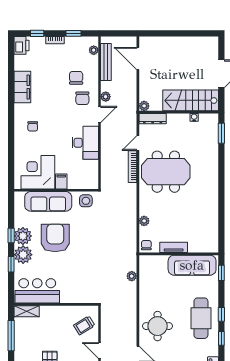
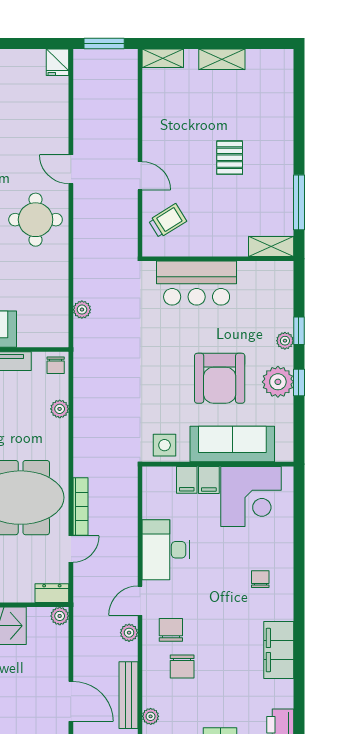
dresser: (153, 119) -> (52, 593), width x0.70
filing cabinet: (74, 182) -> (187, 480), added
plant: (23, 255) -> (285, 341), width x0.53, depth x0.53
bar counter: (37, 291) -> (197, 283), moved

